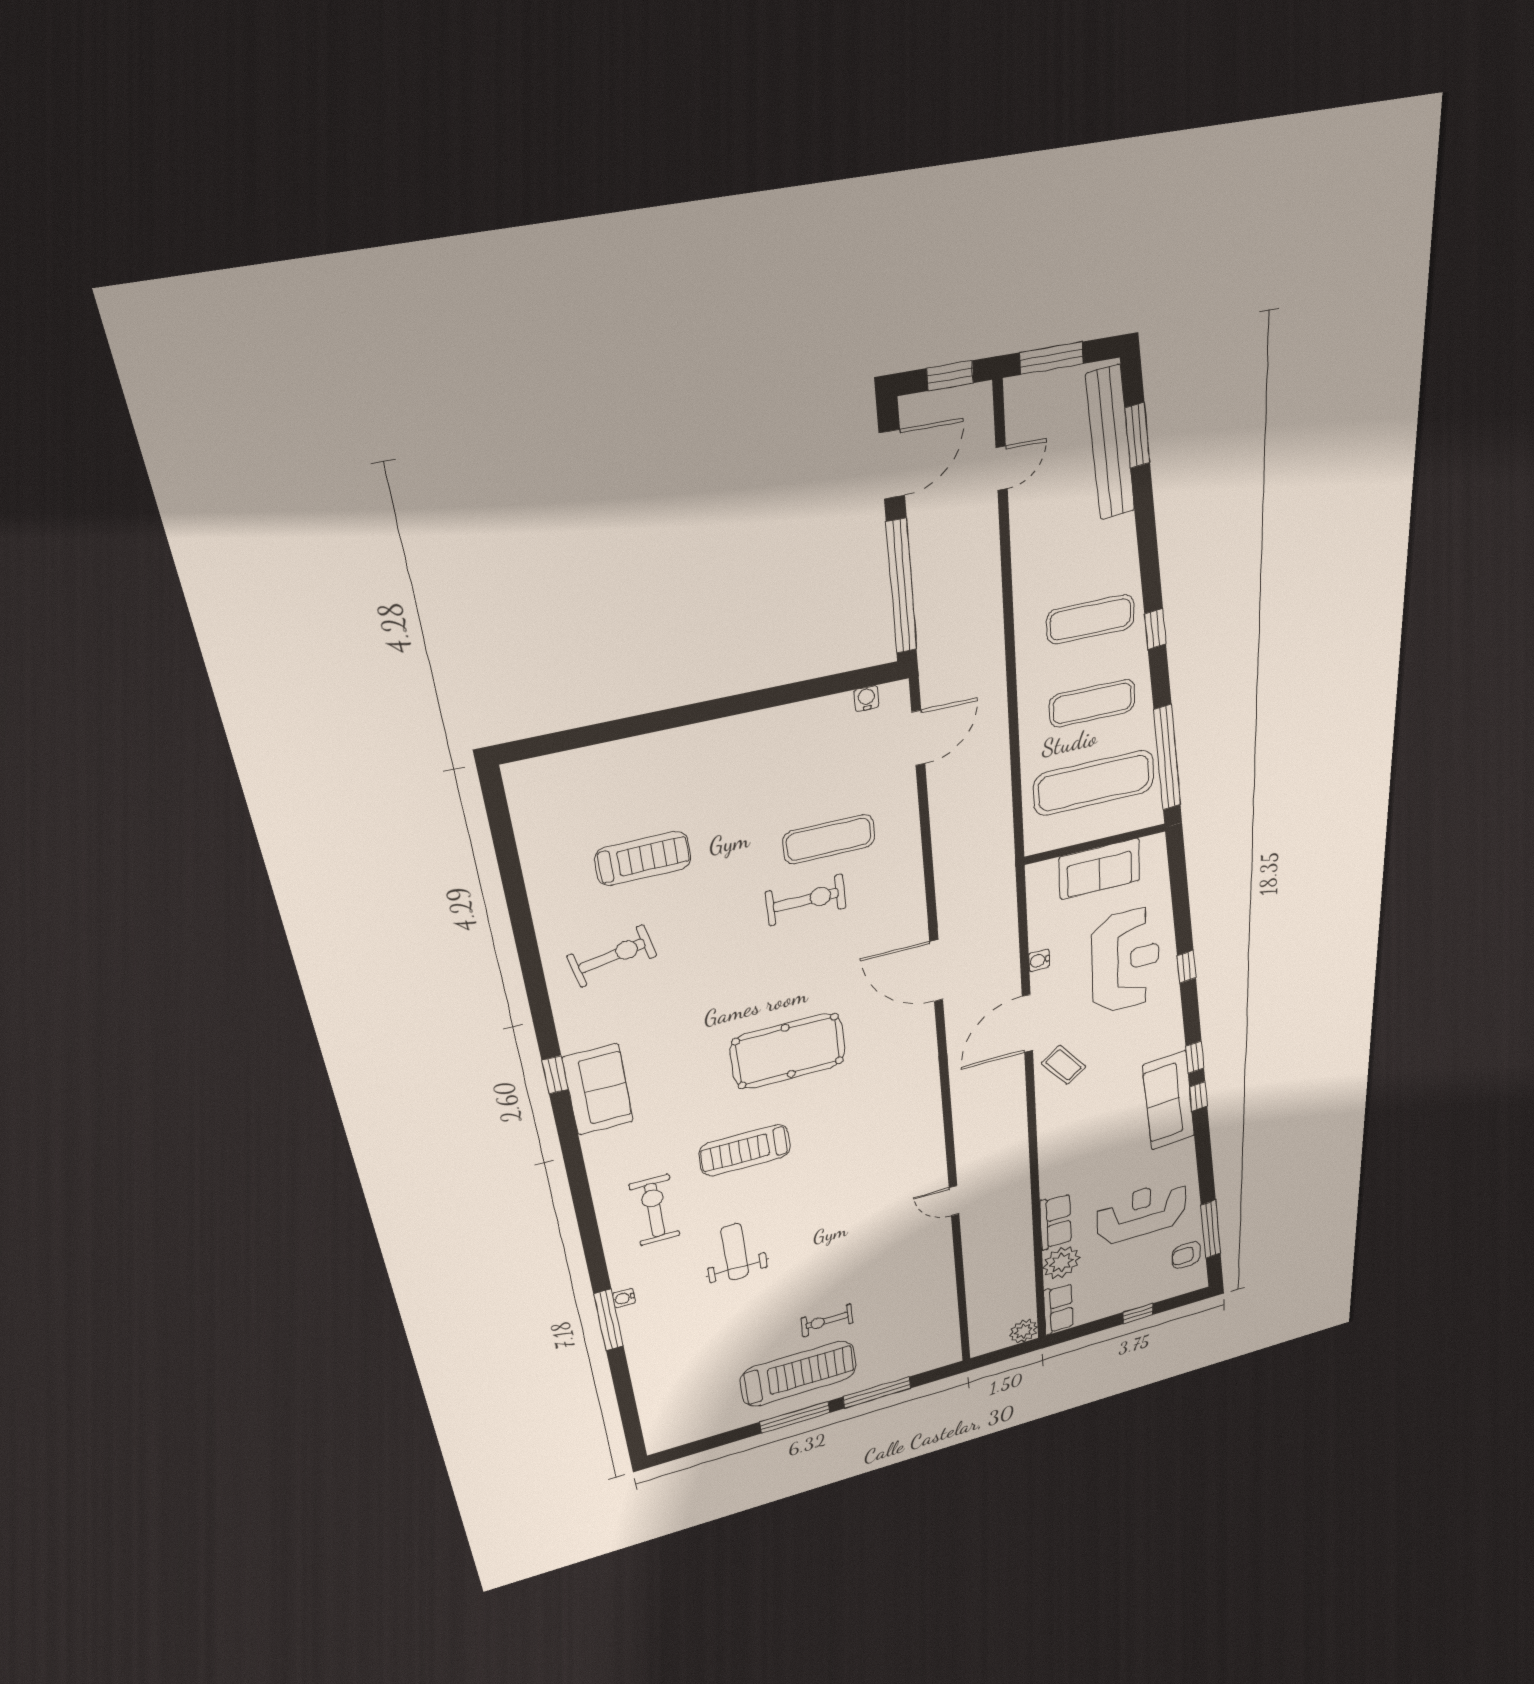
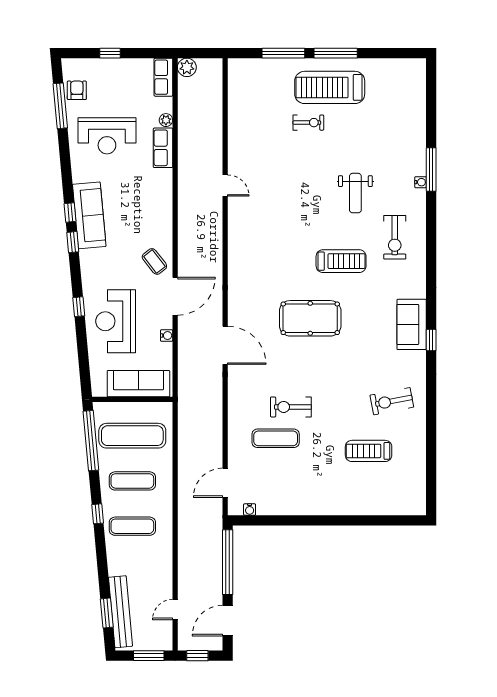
sofa: (1100, 869) -> (138, 384), width x1.36
armchair: (1186, 1255) -> (77, 90), turned -90
plant: (1061, 1263) -> (166, 120), width x0.53, depth x0.53

